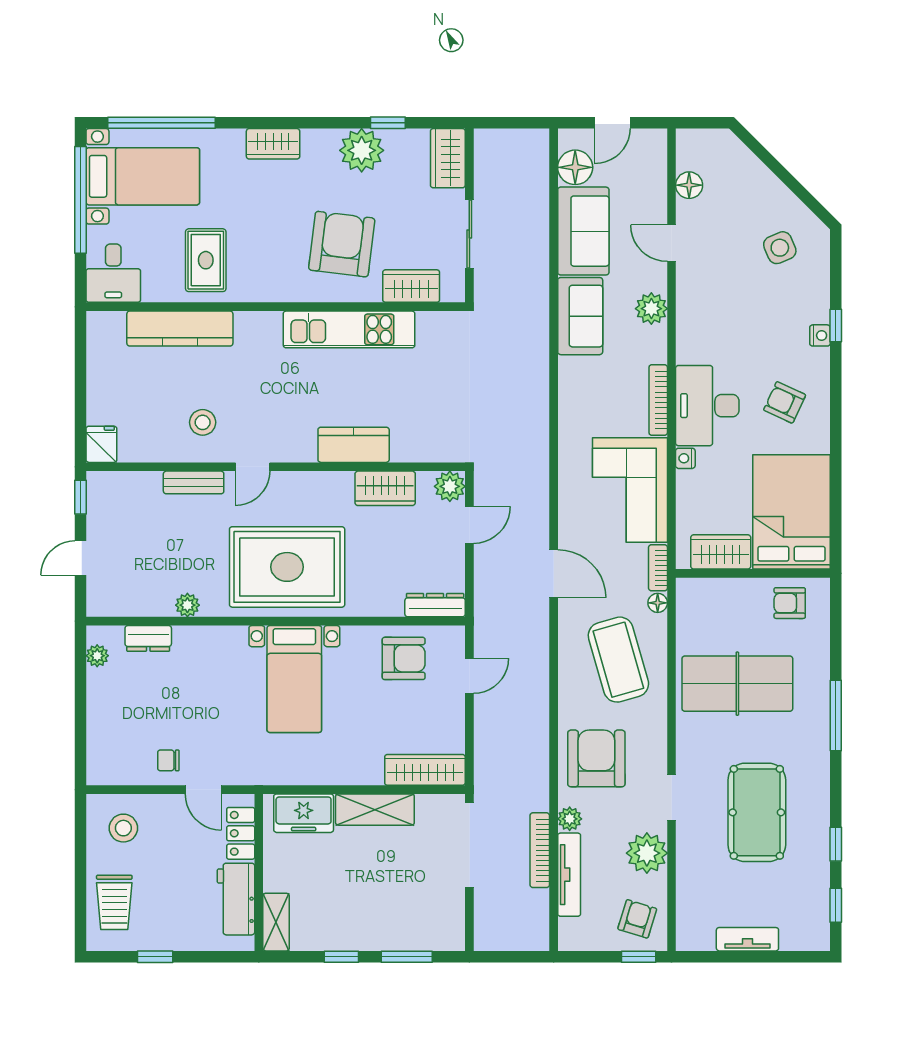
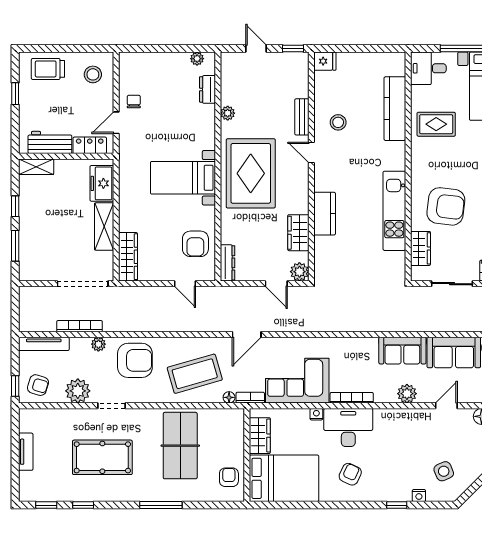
nightstand: (820, 335) -> (419, 496), moved
tv unit: (569, 875) -> (44, 344), moved

